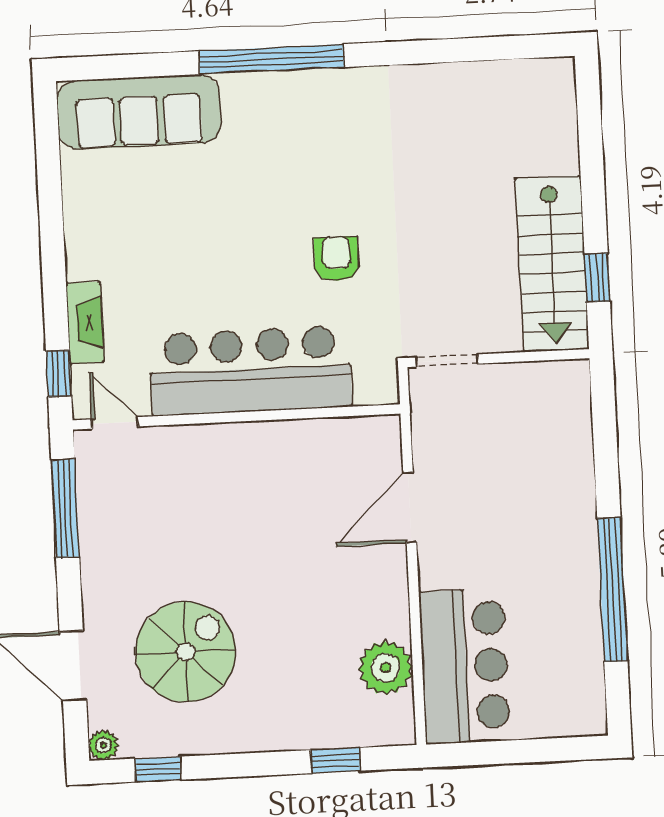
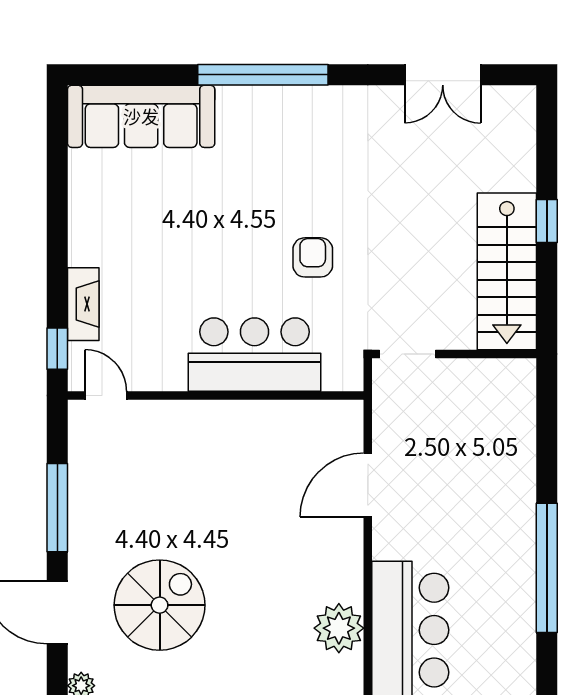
double door: (470, 49) -> (443, 75), added
window: (597, 278) -> (547, 221), moved
bar counter: (251, 371) -> (254, 355), width x0.73
window: (65, 508) -> (57, 508), moved

